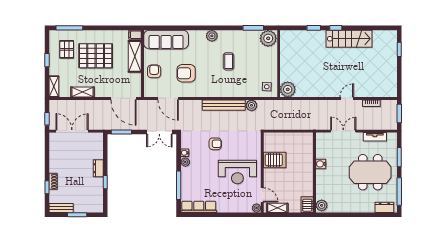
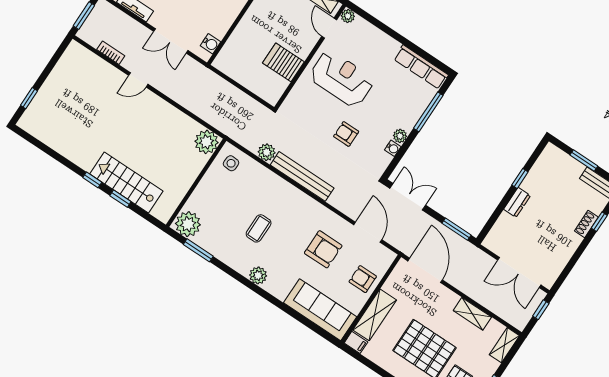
stairs: (349, 39) -> (126, 182), moved
armchair: (154, 71) -> (363, 279), turned 90
water cooler: (321, 164) -> (211, 44), moved

